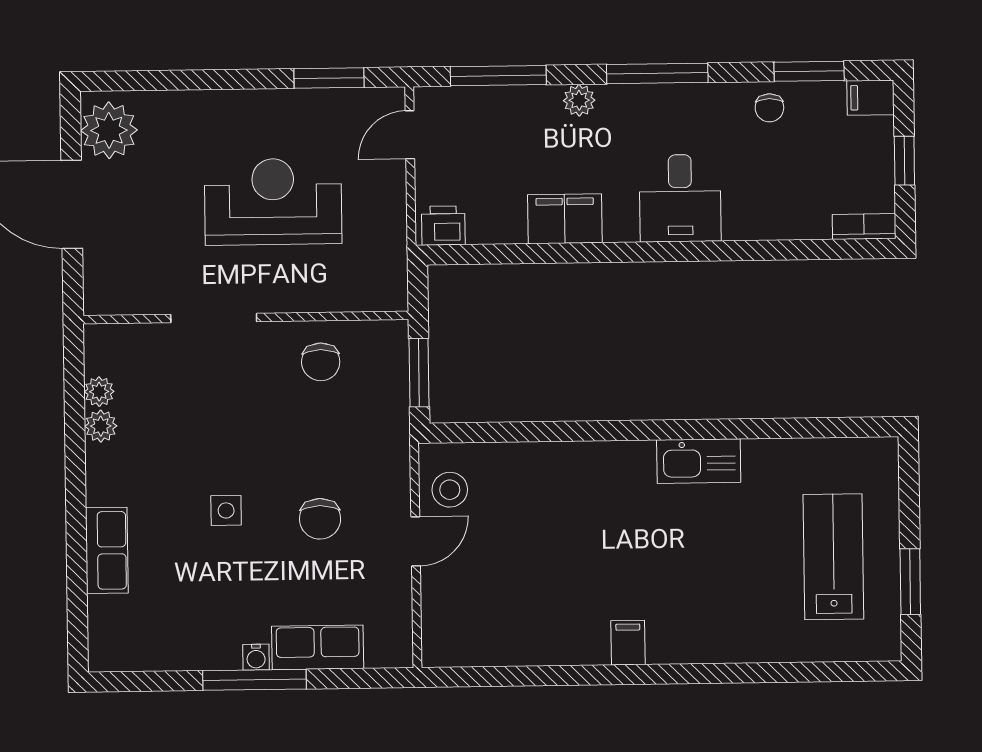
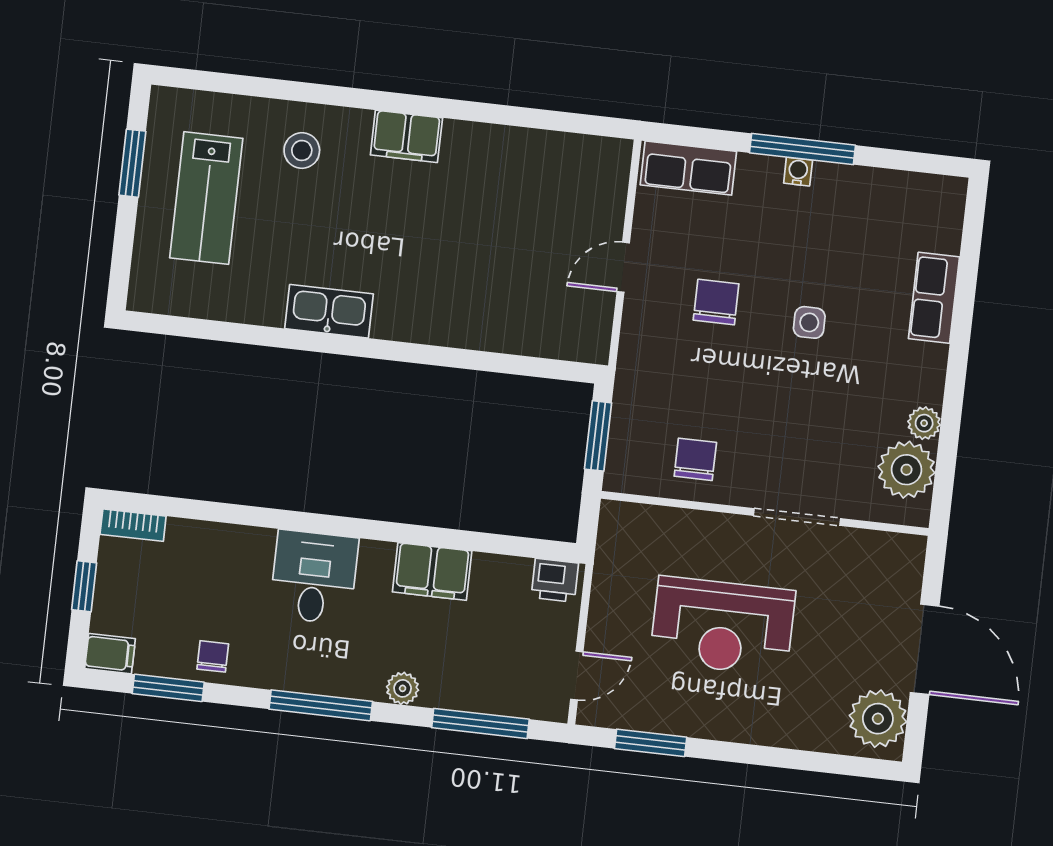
plant: (99, 392) -> (906, 470), width x1.88, depth x1.88
stool: (450, 490) -> (302, 150), moved
filing cabinet: (628, 643) -> (406, 136), width x2.00
row of seats: (318, 647) -> (688, 168), moved

